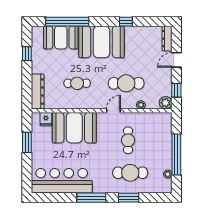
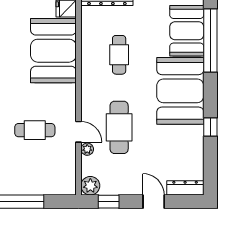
door: (113, 111) -> (79, 132), moved

